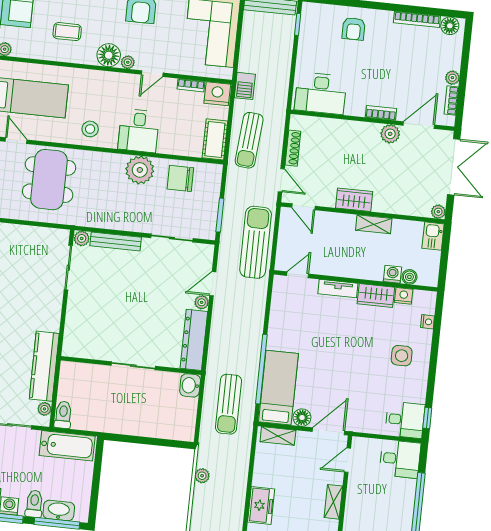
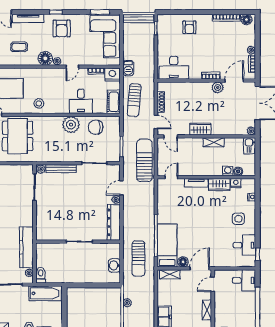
desk: (139, 131) -> (81, 101), moved
washbasin: (190, 385) -> (114, 265), moved
desk: (405, 420) -> (244, 245), moved

